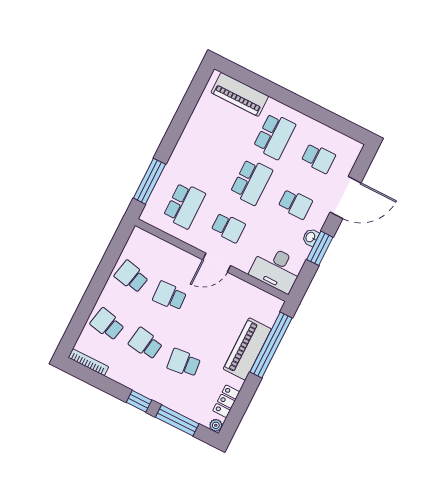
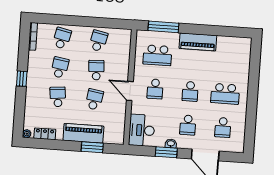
piano: (240, 94) -> (198, 42), moved, turned -90
school desk: (251, 182) -> (190, 91), width x0.54
school desk: (208, 315) -> (94, 99), added
window: (271, 345) -> (92, 147), width x0.47
window: (177, 420) -> (20, 108), removed

